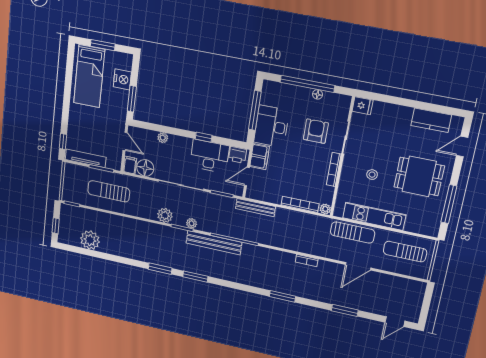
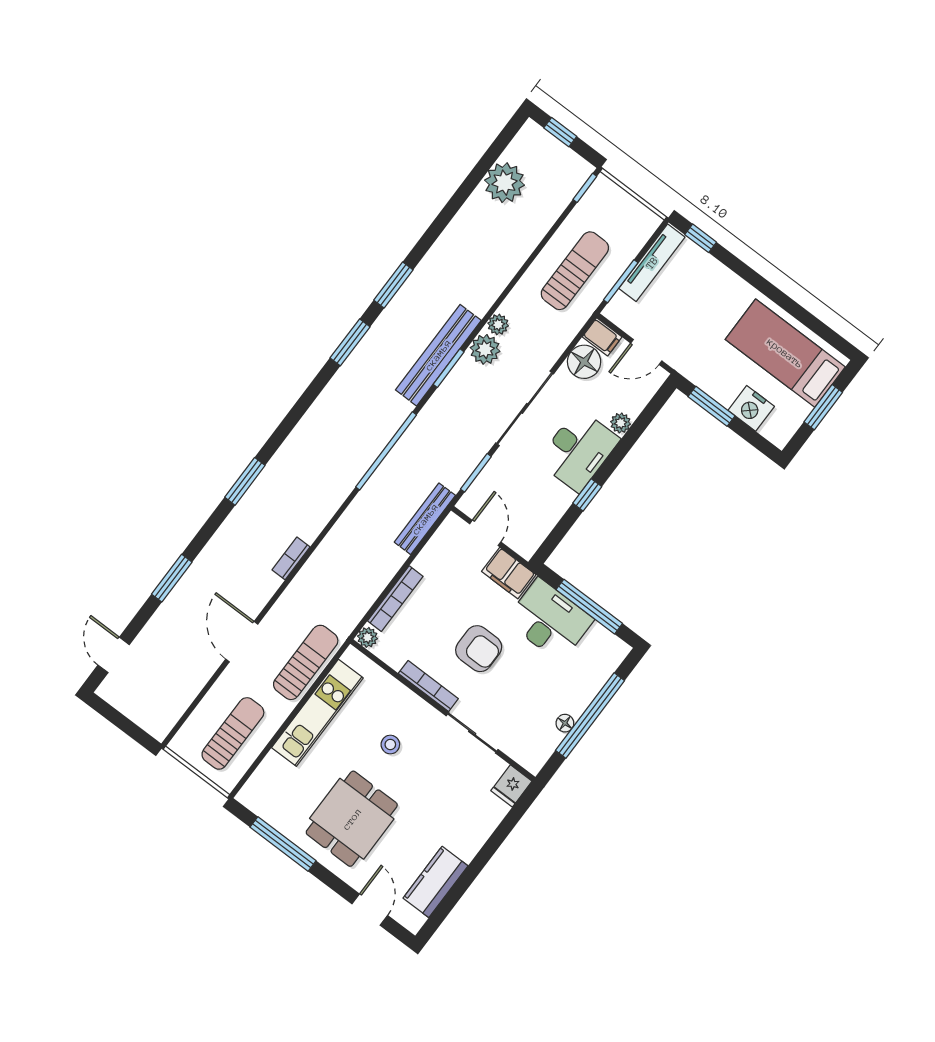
armchair: (316, 131) -> (479, 649), moved
printer: (238, 155) -> (530, 537), removed
desk: (209, 156) -> (578, 450), moved
plant: (192, 223) -> (498, 325), moved
sun lounger: (353, 232) -> (306, 662), turned 180
bench: (214, 243) -> (438, 355), moved

